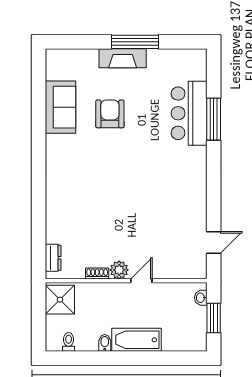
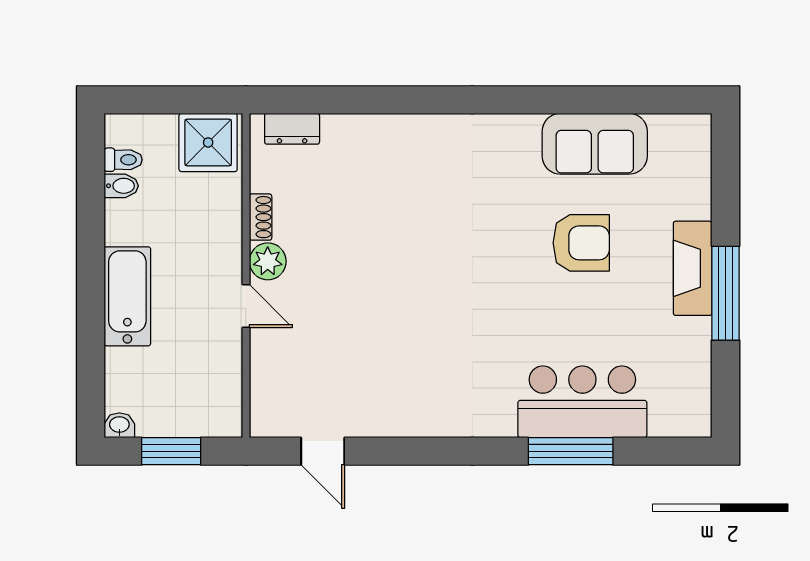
washbasin: (201, 298) -> (119, 425), moved
bidet: (105, 343) -> (121, 186), moved

